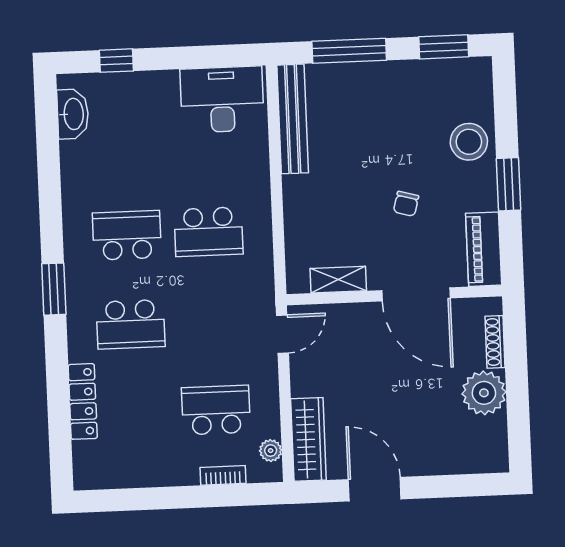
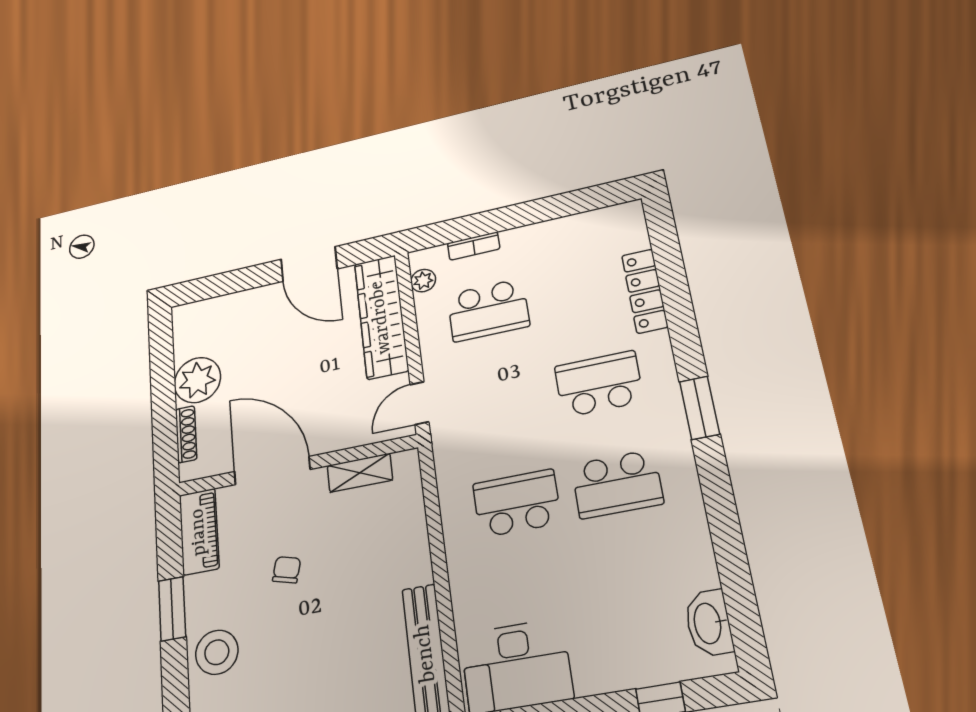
wardrobe: (308, 439) -> (381, 317), width x1.40, depth x1.17

